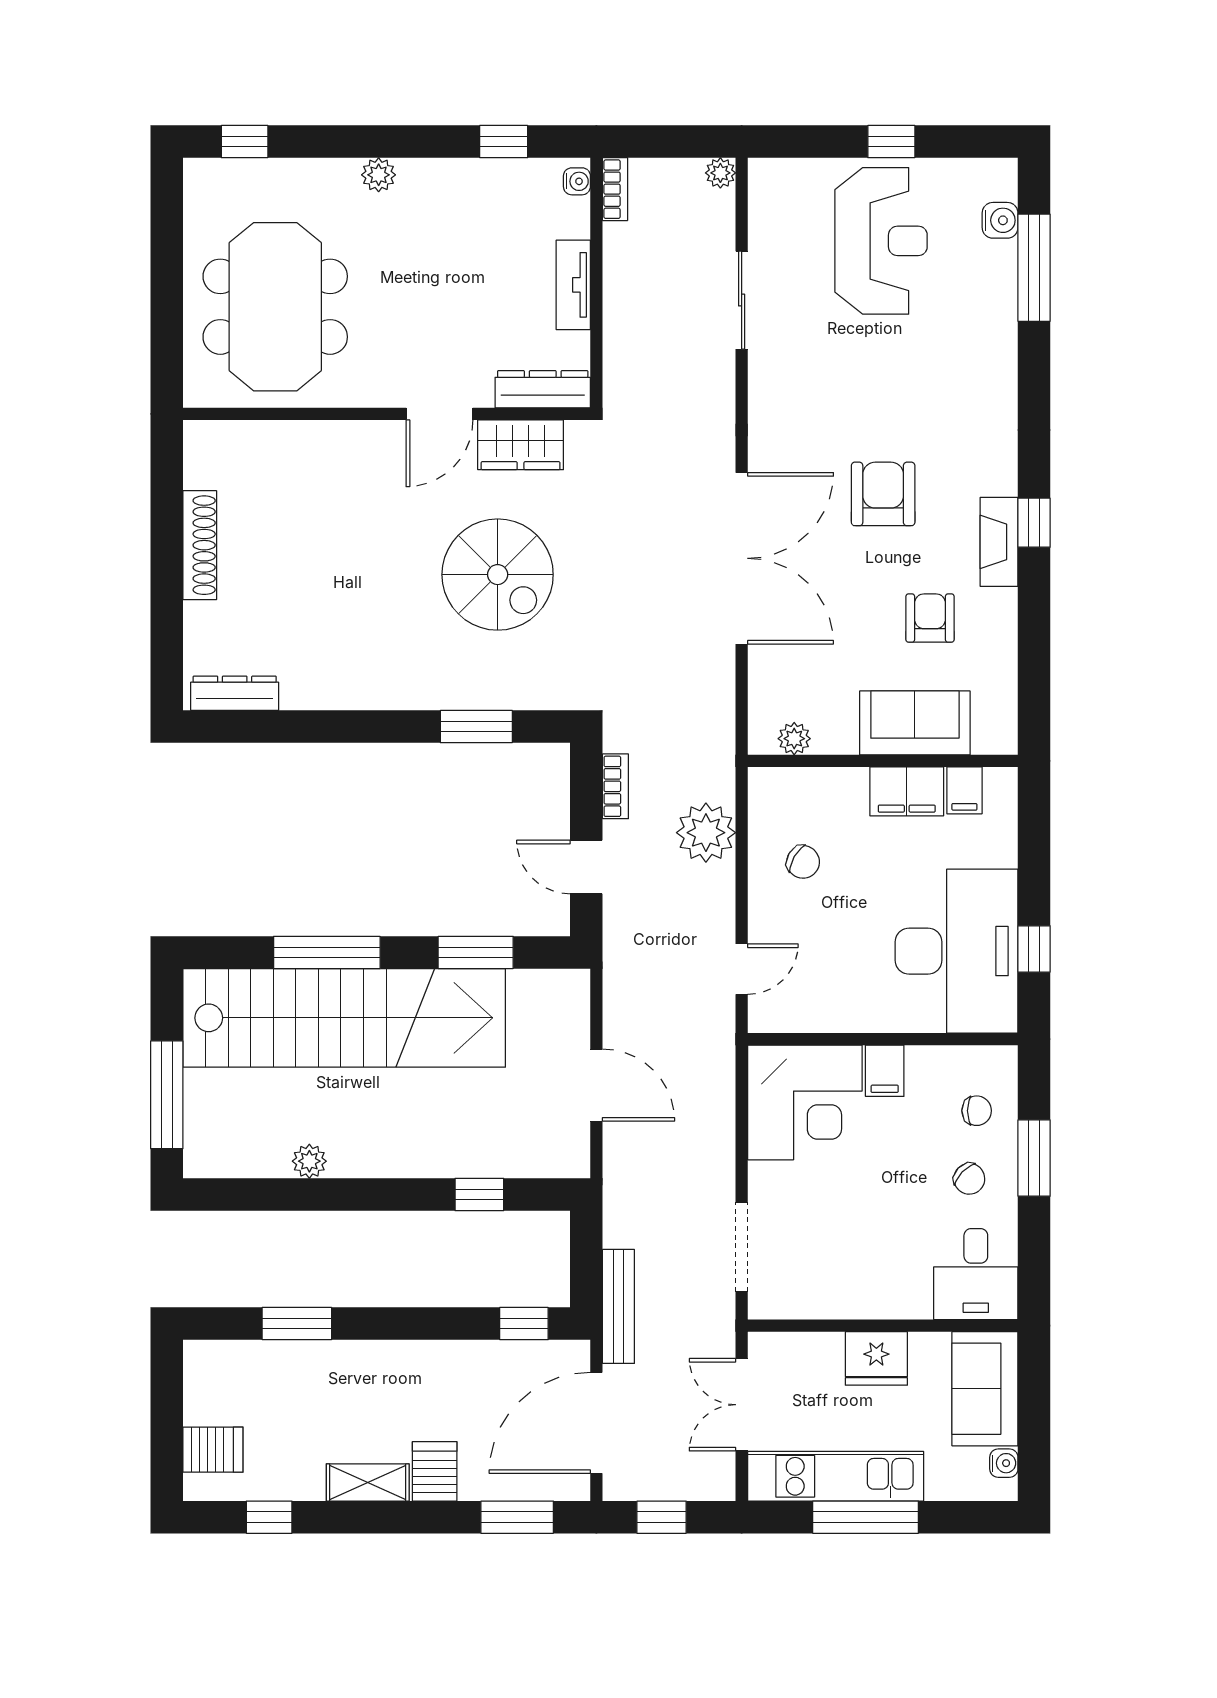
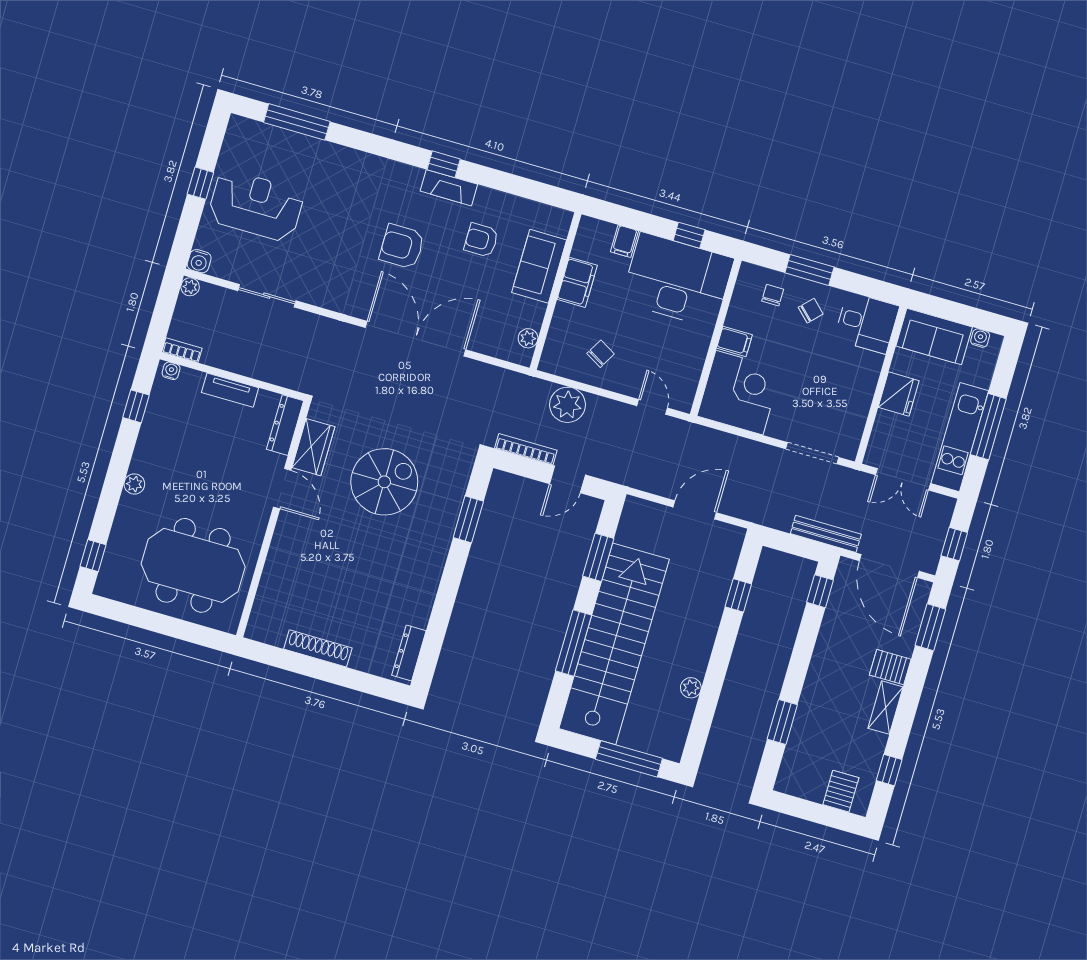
water cooler: (1000, 220) -> (199, 261), moved, turned 180
bookcase: (615, 786) -> (526, 449), width x1.56
filing cabinet: (964, 790) -> (624, 241), moved, turned 90

